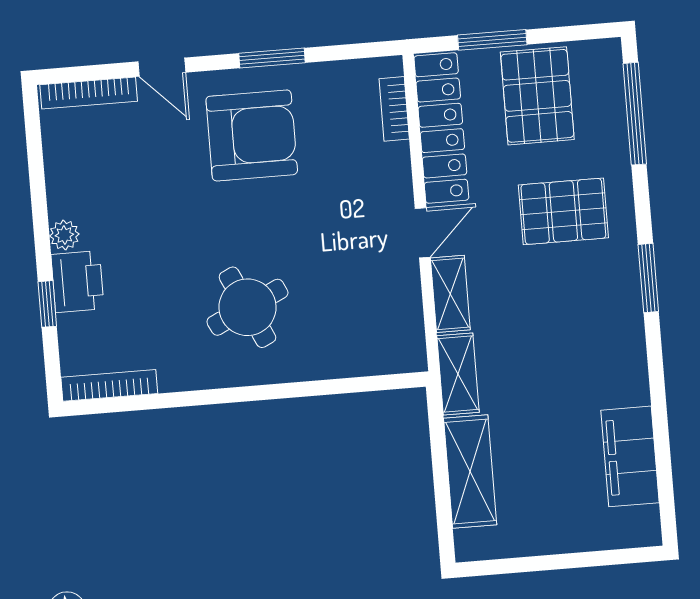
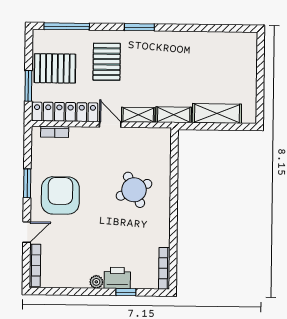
round table: (247, 307) -> (134, 190), moved
filing cabinet: (630, 456) -> (217, 43), removed

